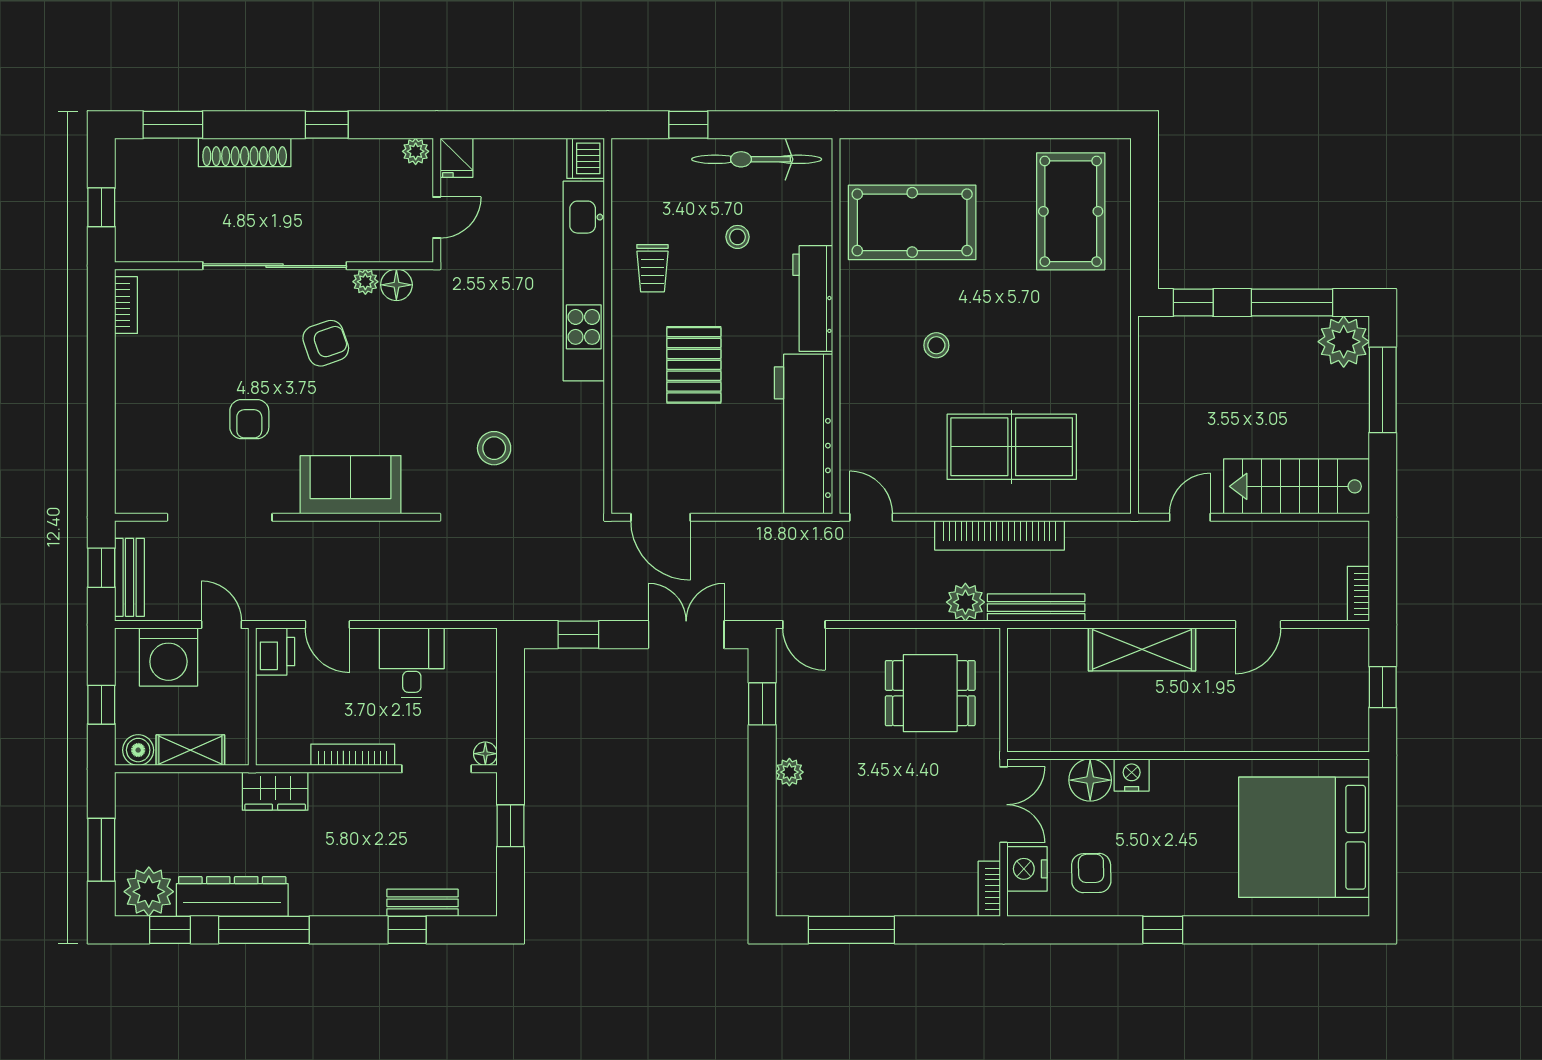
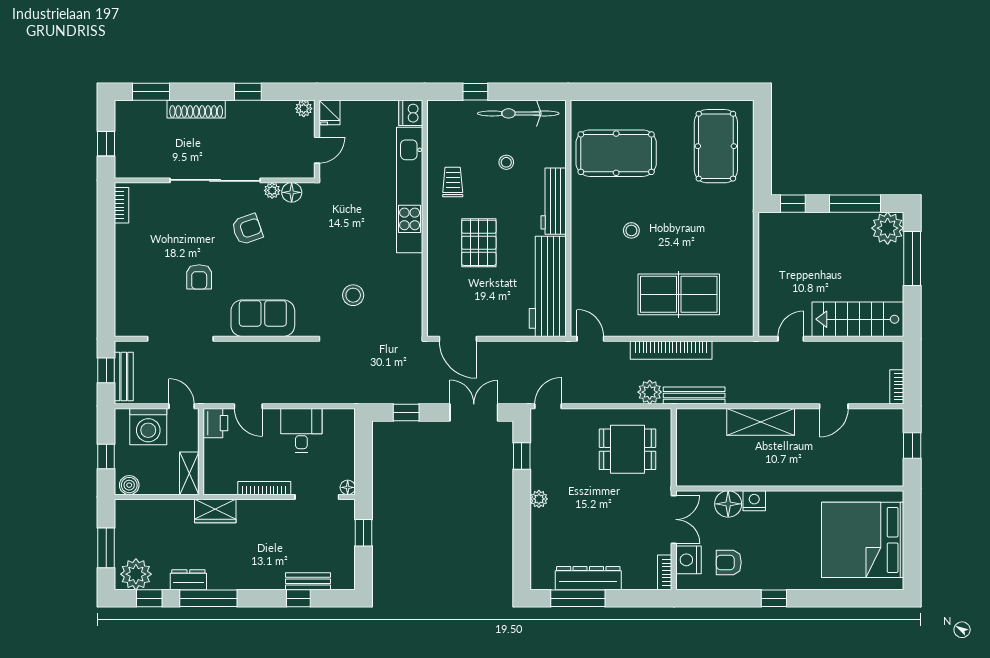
trolley: (652, 268) -> (453, 182), turned 180
door: (804, 625) -> (548, 406), swing flipped
shelving: (190, 750) -> (189, 473), moved, turned 90
armchair: (1091, 873) -> (729, 562), turned -89
dresser: (232, 896) -> (188, 580), width x0.51, depth x0.80
dresser: (868, 898) -> (588, 578), added

